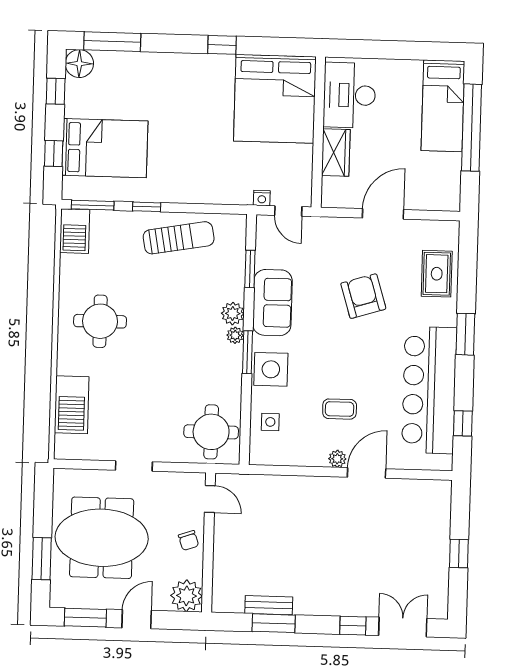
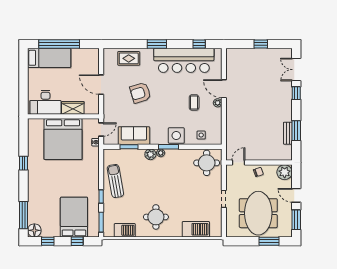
bed: (275, 99) -> (63, 139), moved, turned 90
barbecue: (75, 231) -> (125, 230), moved
sofa: (272, 303) -> (134, 136), moved

